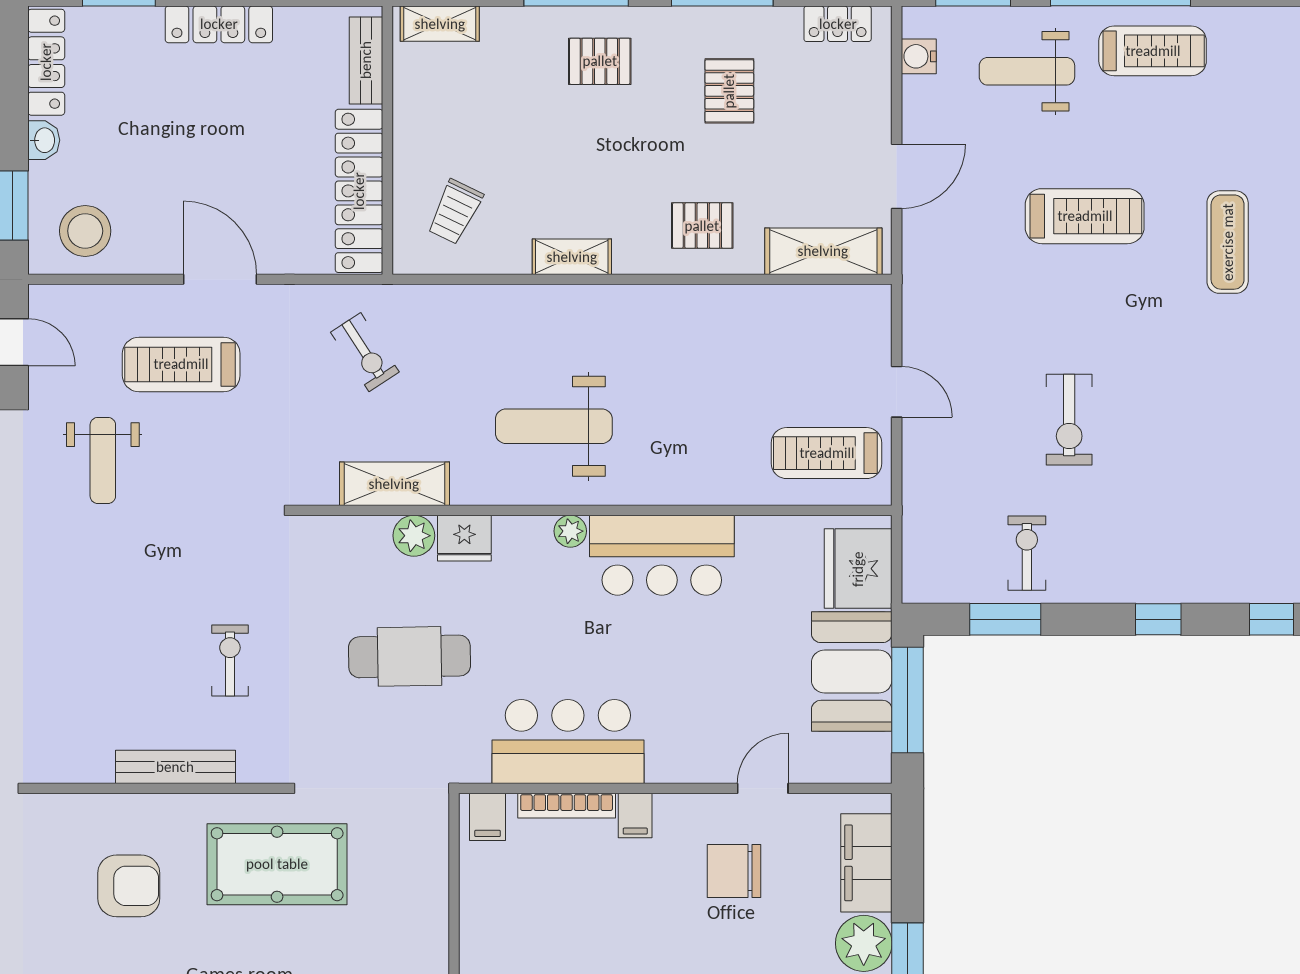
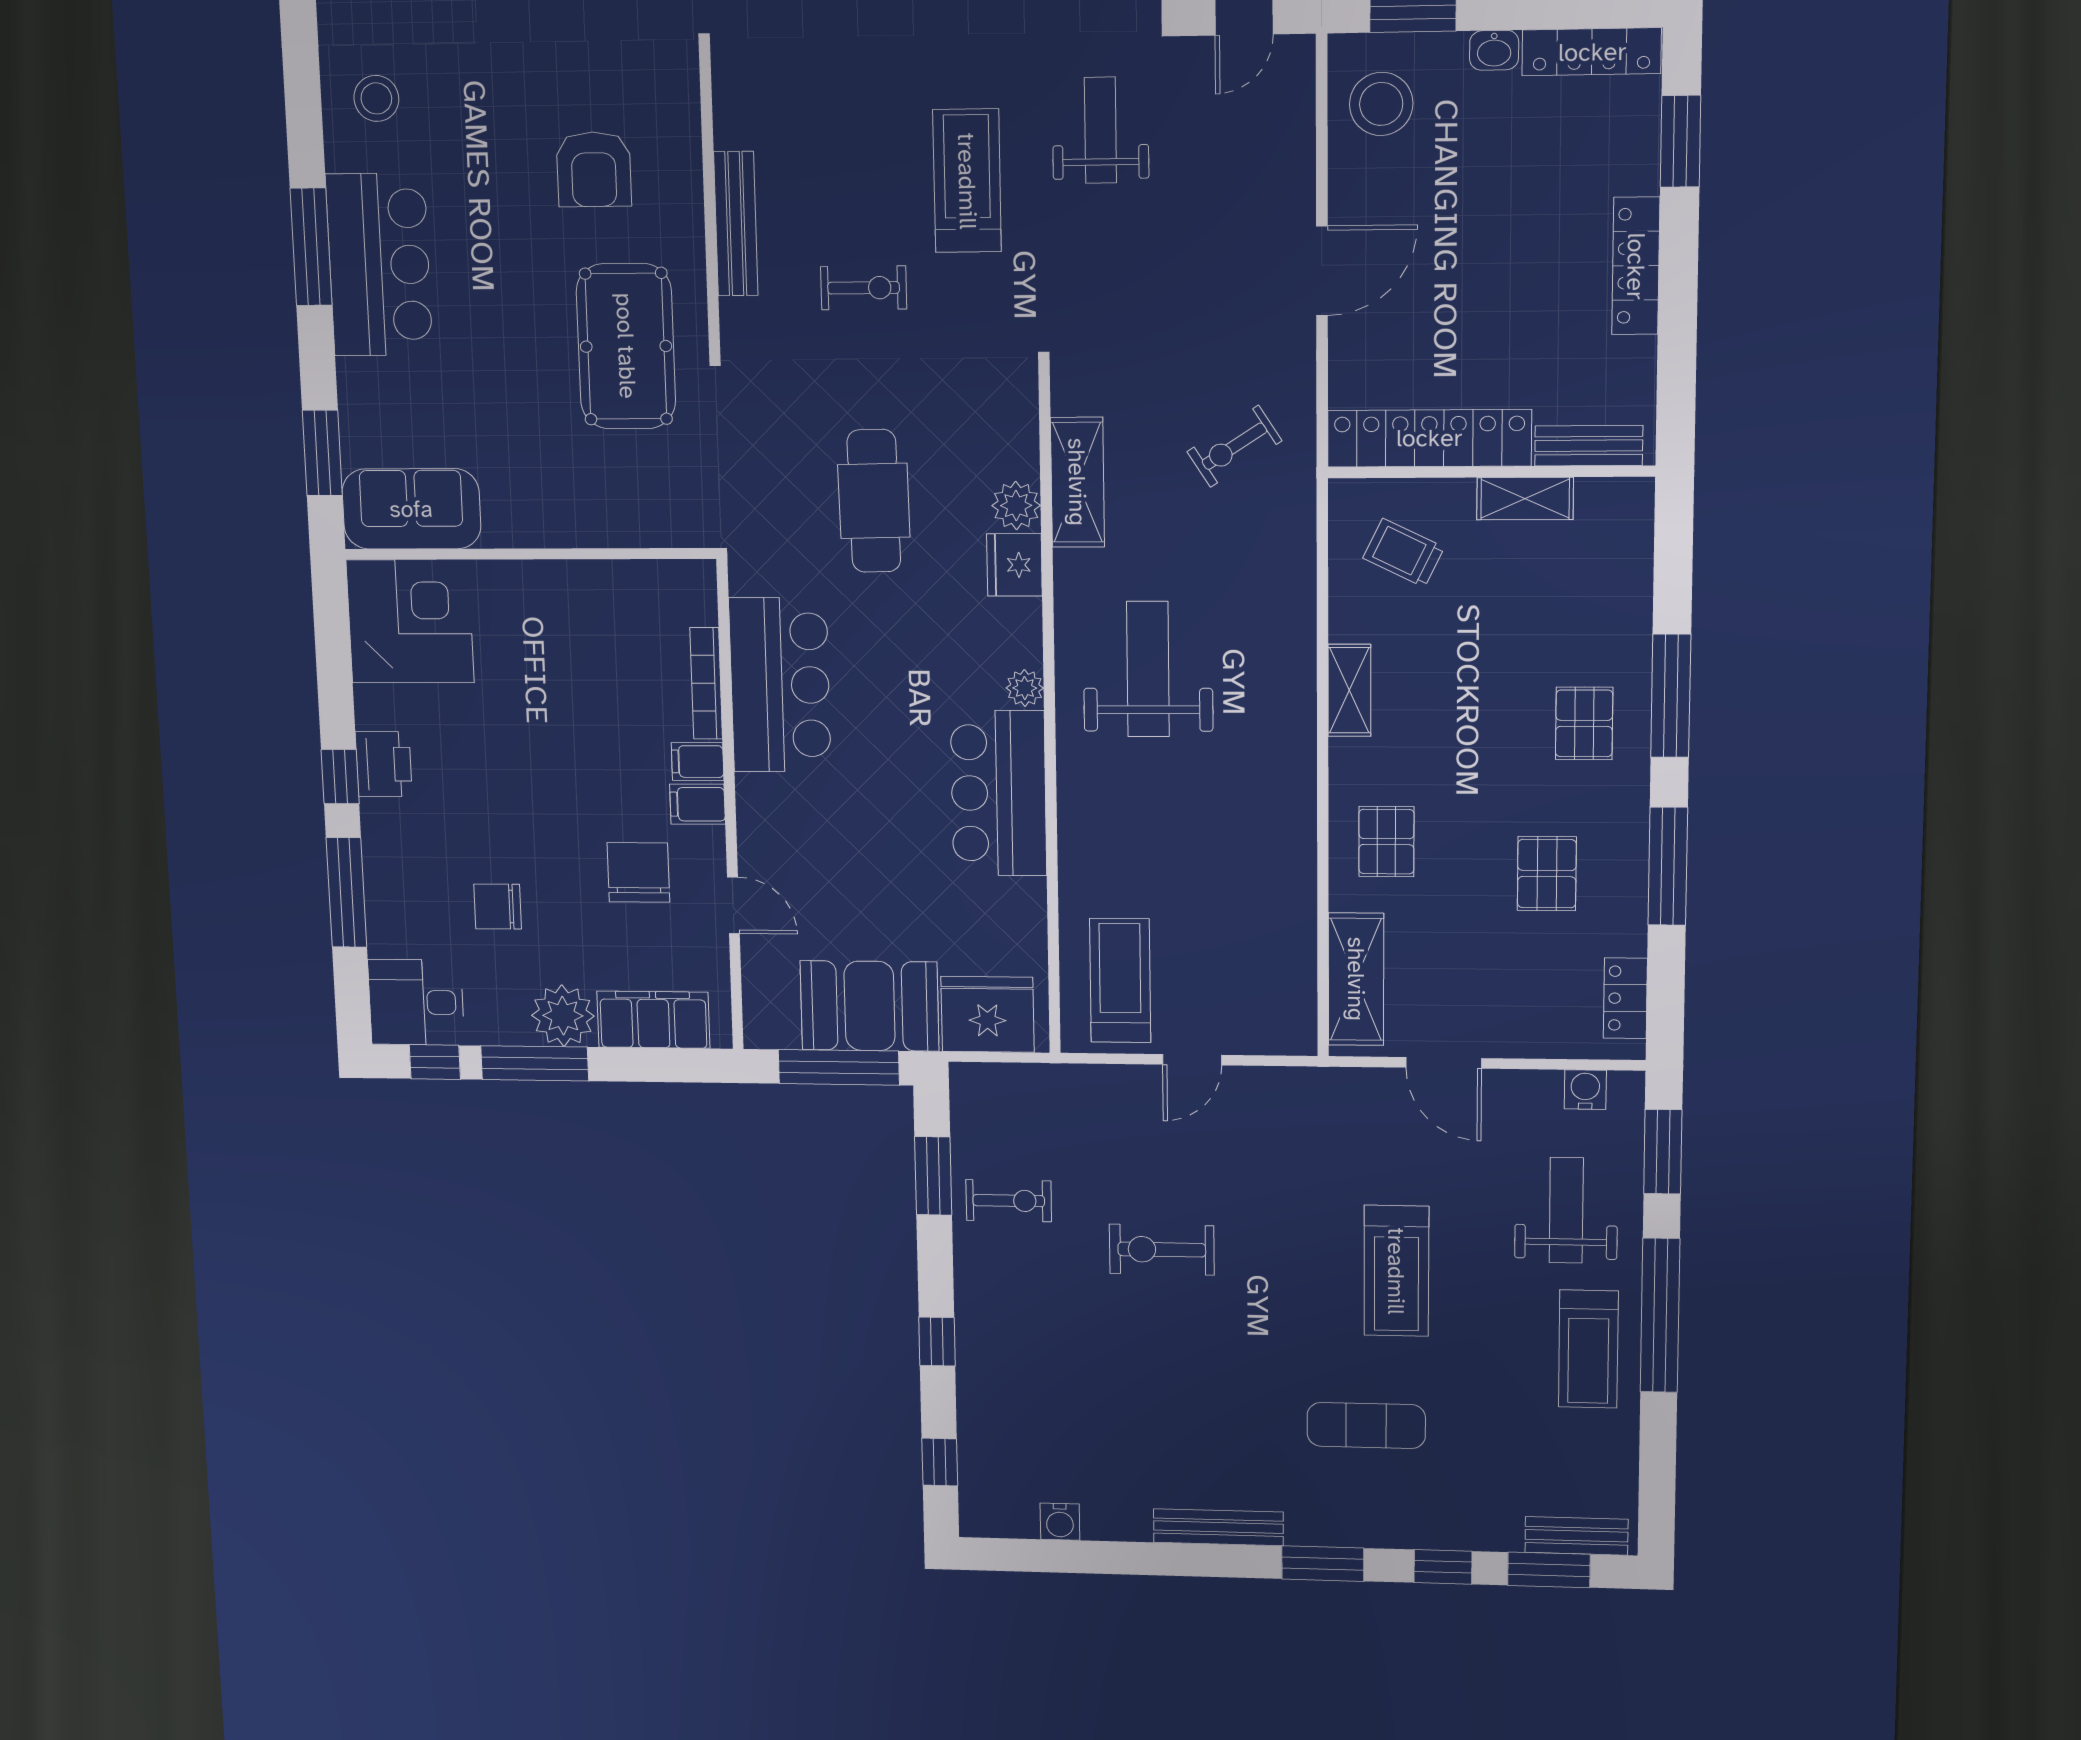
shelving: (440, 24) -> (1525, 499), moved, turned 90
pallet: (729, 91) -> (1547, 874), turned 90
treadmill: (181, 364) -> (967, 181), moved
weight bench: (103, 460) -> (1100, 130), turned 90
filing cabinet: (488, 817) -> (698, 804), moved

